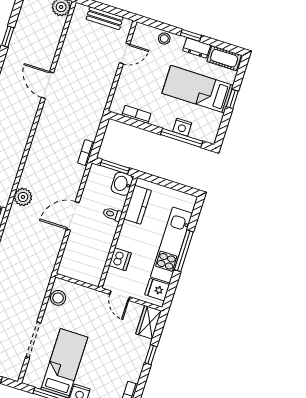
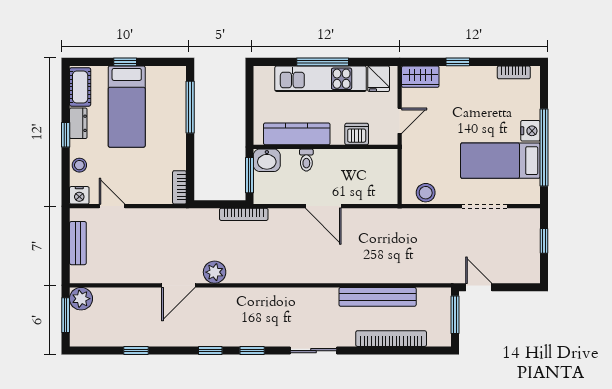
bookcase: (136, 114) -> (179, 187), moved
nightstand: (182, 127) -> (79, 195), moved, turned 90
bookcase: (86, 153) -> (244, 214), width x1.56
plant: (23, 197) -> (215, 272), moved
kitchen counter: (138, 205) -> (297, 134), width x1.50

